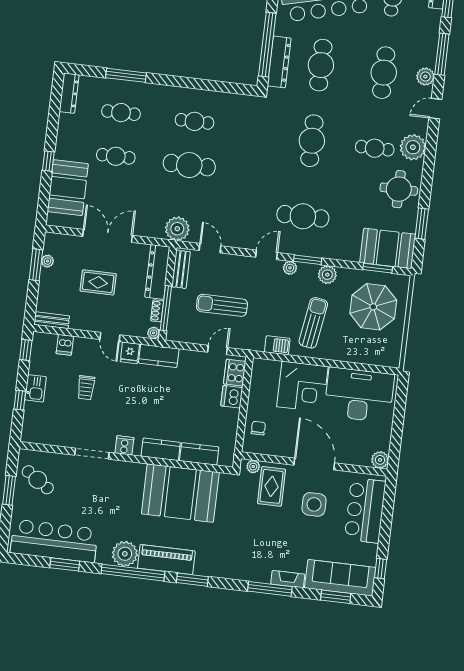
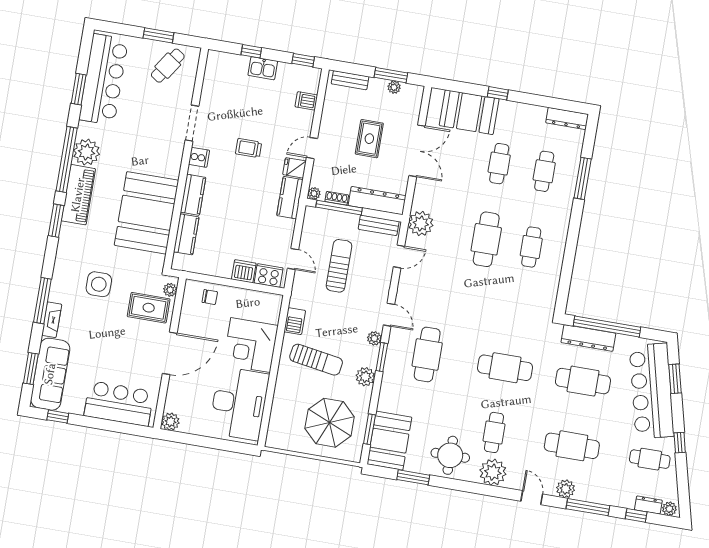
bench: (52, 320) -> (350, 80), moved, turned 90
trolley: (86, 388) -> (249, 148), moved
side table: (314, 504) -> (99, 284), moved

